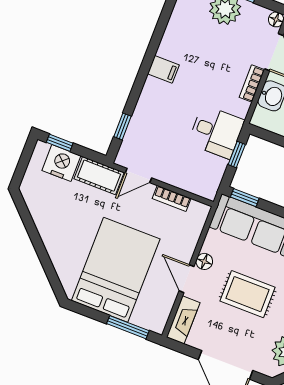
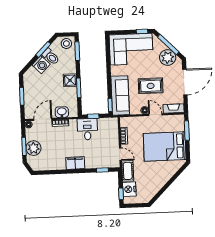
filing cabinet: (163, 69) -> (75, 163), width x2.00
door: (186, 279) -> (155, 115), swing flipped
rug: (248, 294) -> (151, 86), turned 90

